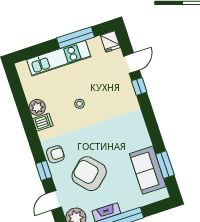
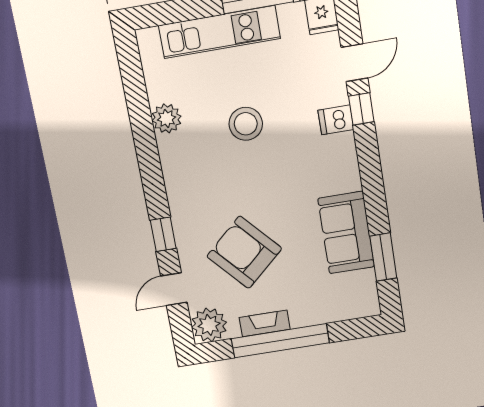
stool: (80, 104) -> (246, 124), width x1.89, depth x1.89
dishwasher: (43, 122) -> (336, 120), moved, turned 180
armchair: (55, 154) -> (188, 209), removed
sofa: (148, 170) -> (346, 233), moved

